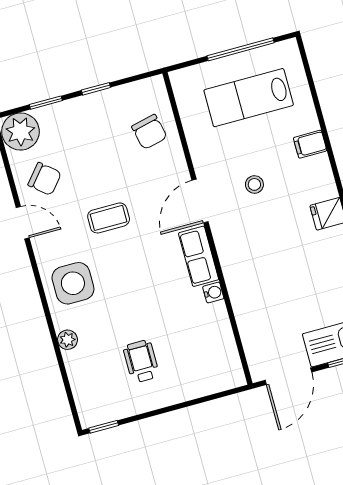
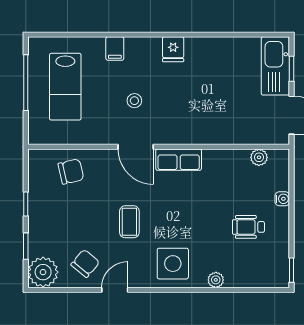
water cooler: (213, 293) -> (282, 199), moved, turned 90
plant: (228, 351) -> (259, 157), added

